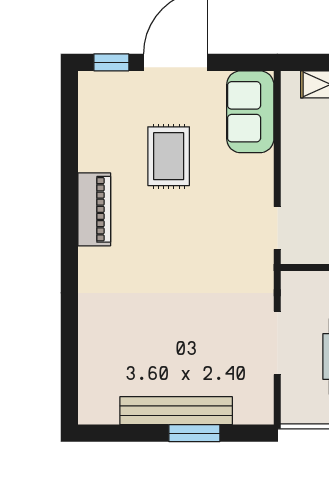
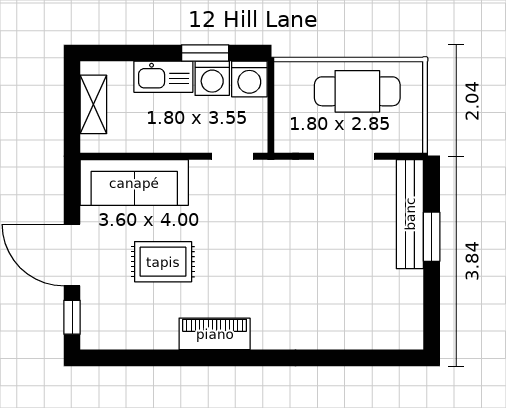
sofa: (250, 112) -> (134, 183), width x1.36
bench: (176, 411) -> (410, 214), moved

